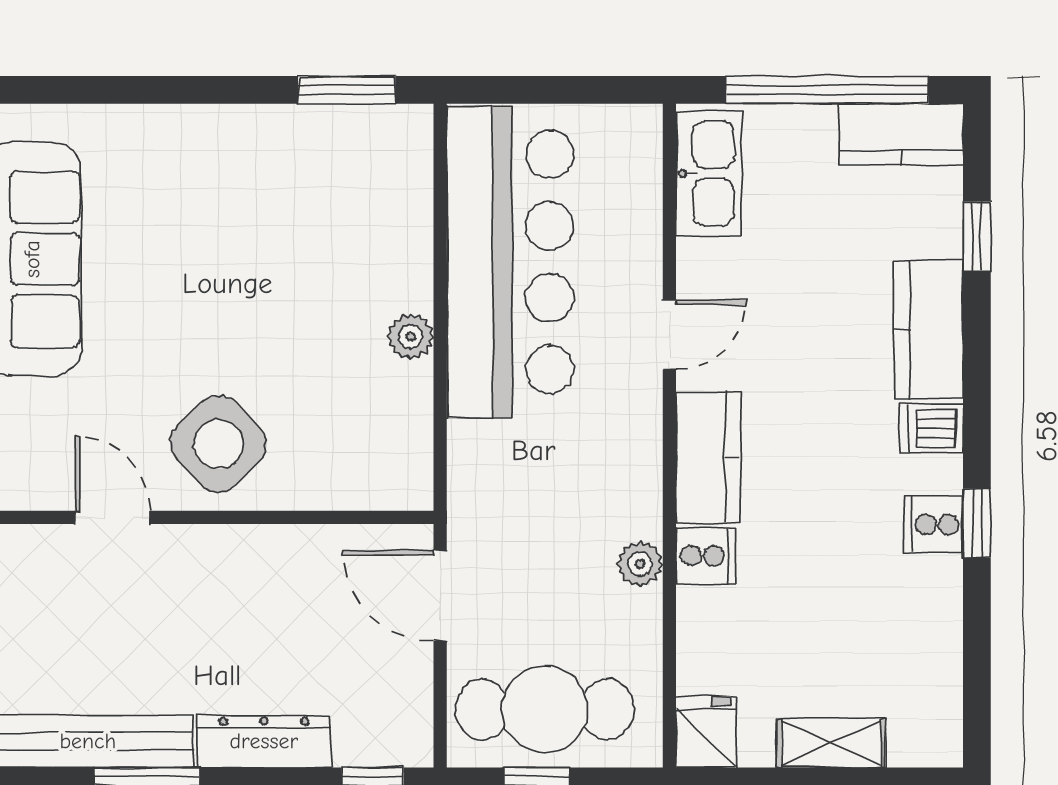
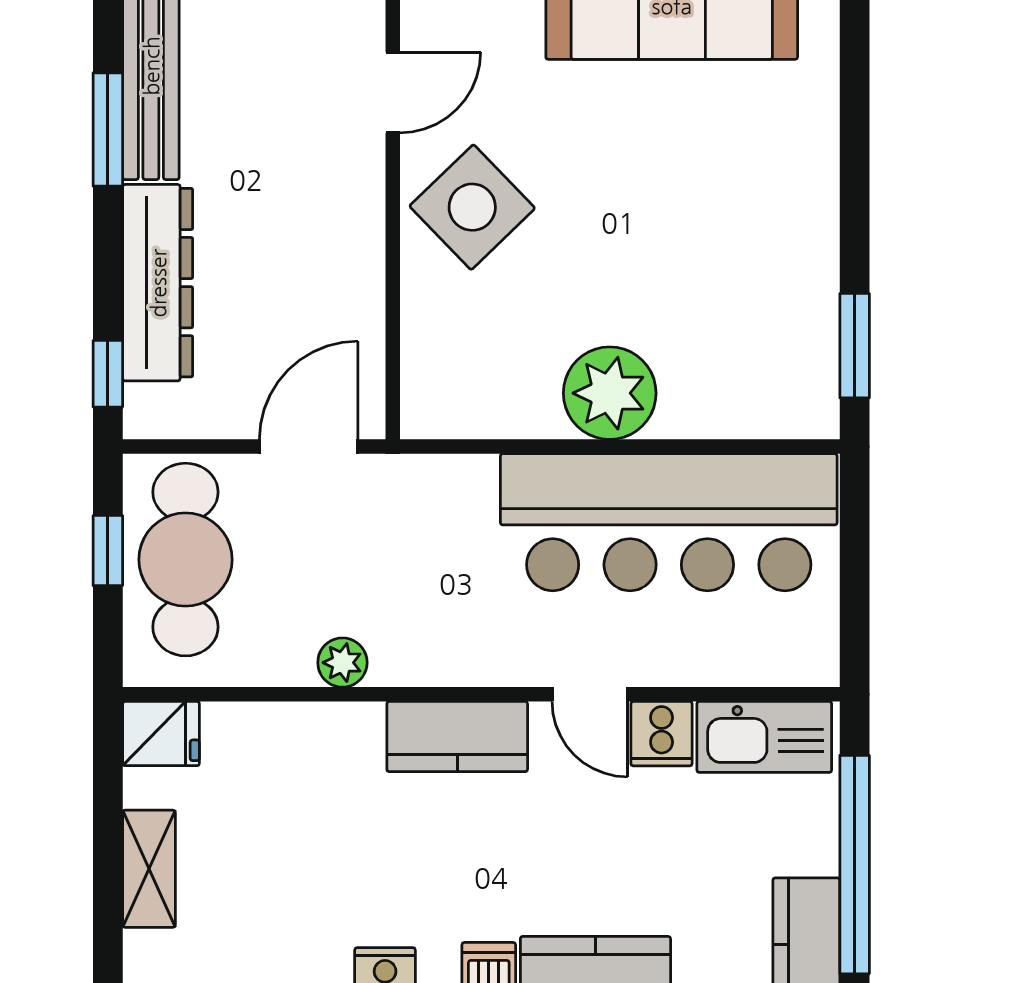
plant: (411, 337) -> (610, 393), width x1.88, depth x1.88
cooker: (706, 556) -> (662, 734), moved
dresser: (264, 741) -> (158, 283), width x1.37, depth x1.24

